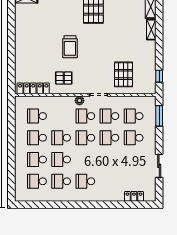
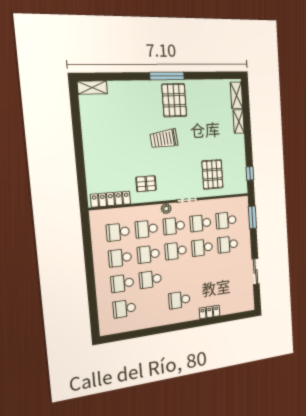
trolley: (70, 47) -> (164, 139), moved, turned 84
school desk: (61, 181) -> (146, 229), moved
locker: (134, 196) -> (210, 312), moved

